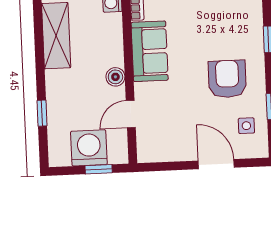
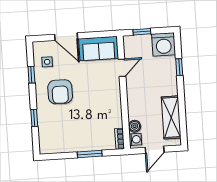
sofa: (150, 51) -> (99, 48), moved, turned -90
boiler: (115, 77) -> (135, 126), moved
washing machine: (89, 148) -> (164, 44), moved

